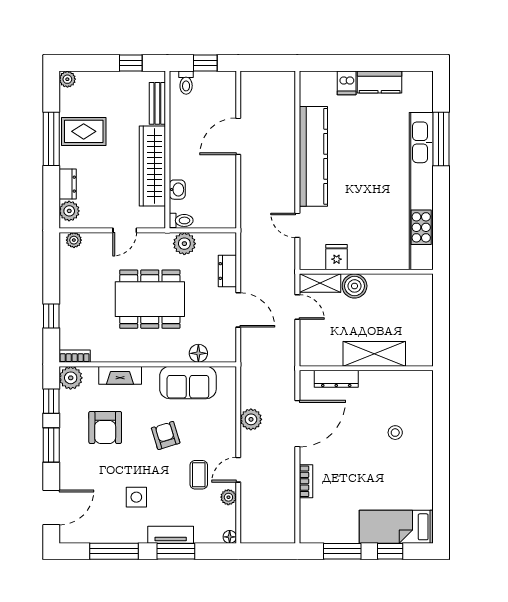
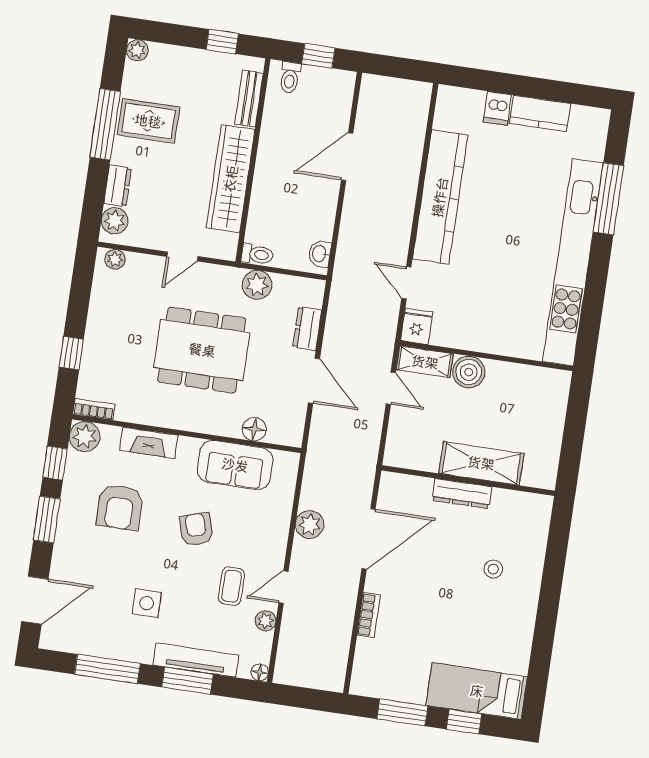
washbasin: (177, 190) -> (320, 254), moved, turned 180
fridge: (337, 257) -> (417, 326), moved
dresser: (336, 379) -> (462, 494), moved
tv unit: (171, 535) -> (196, 660), width x1.41

